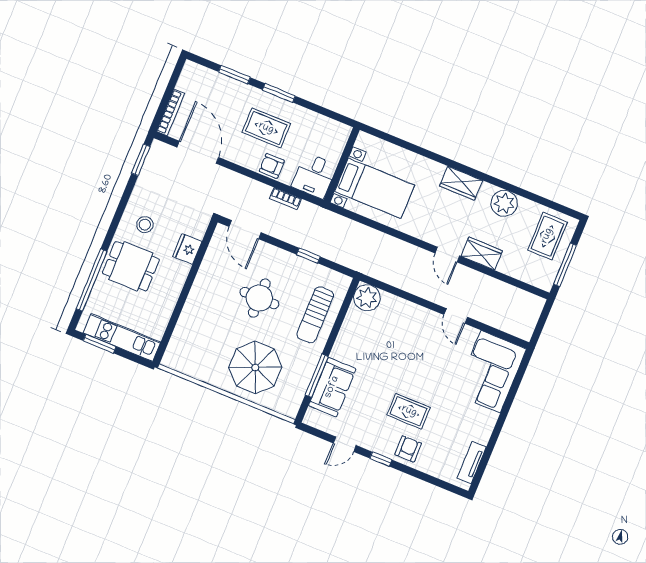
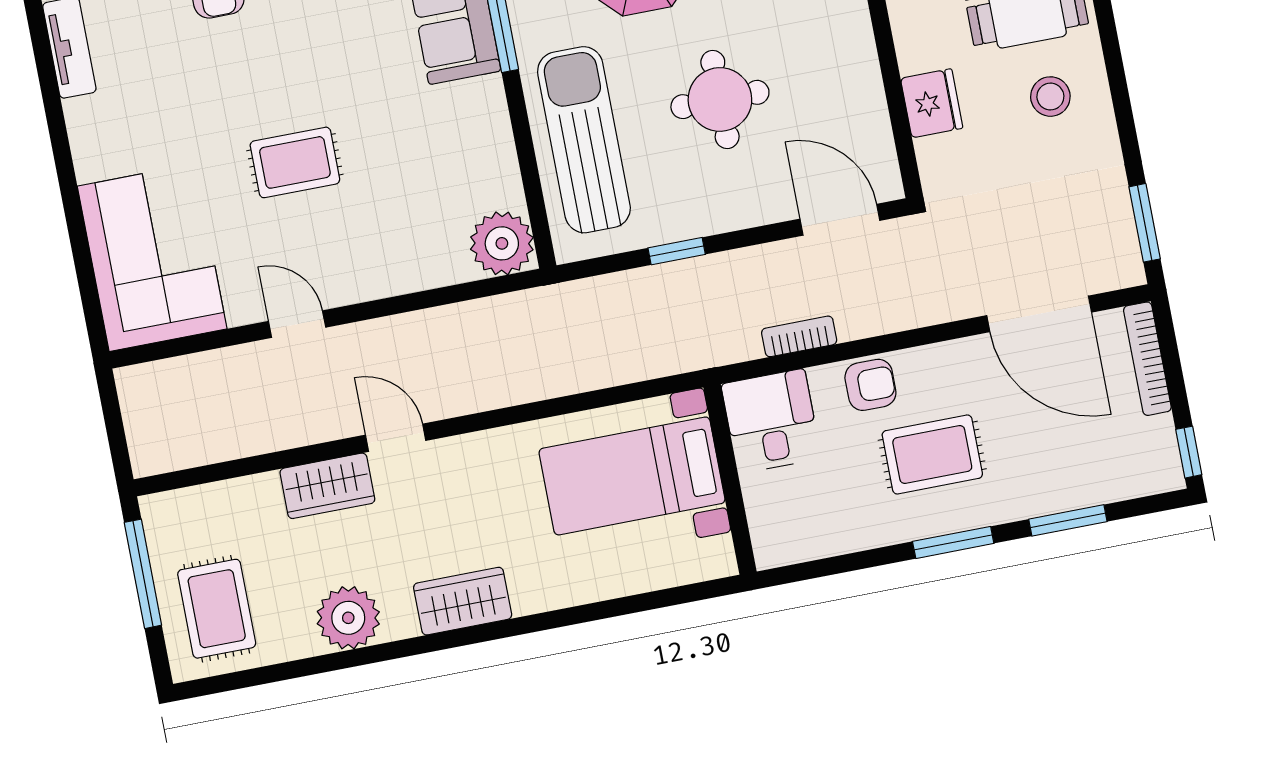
window: (177, 71) -> (1189, 452), added
sun lounger: (315, 315) -> (584, 140), width x1.36, depth x1.34
rug: (409, 411) -> (295, 162), moved

